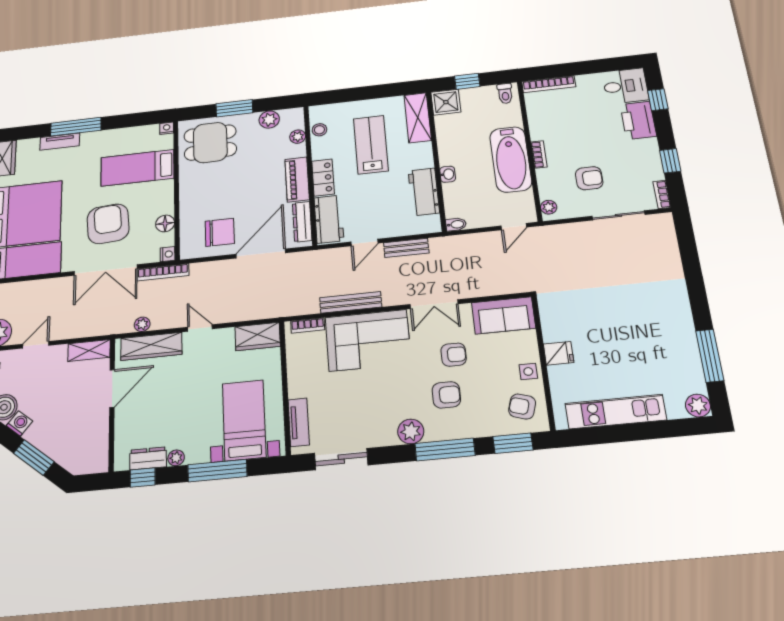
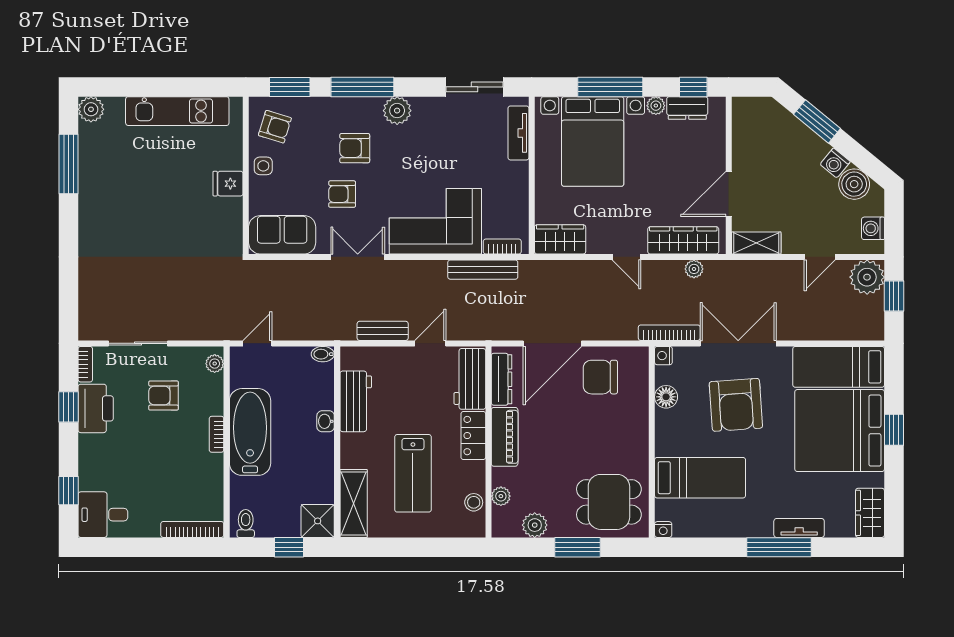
printer: (638, 120) -> (96, 408), moved
bench: (351, 302) -> (483, 270), moved
bed with nightstands: (244, 420) -> (593, 141), width x1.36

